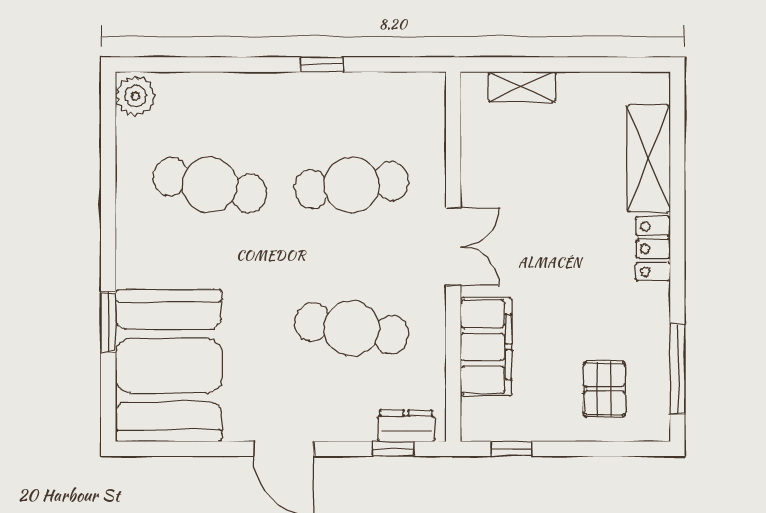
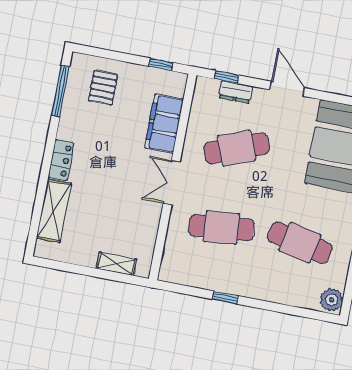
cafe table: (352, 328) -> (237, 148), turned -30
dresser: (406, 426) -> (236, 92), moved

